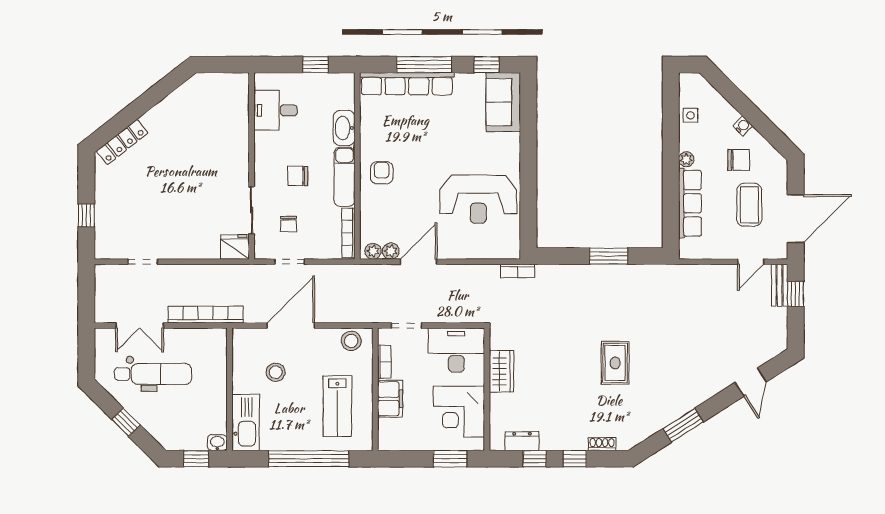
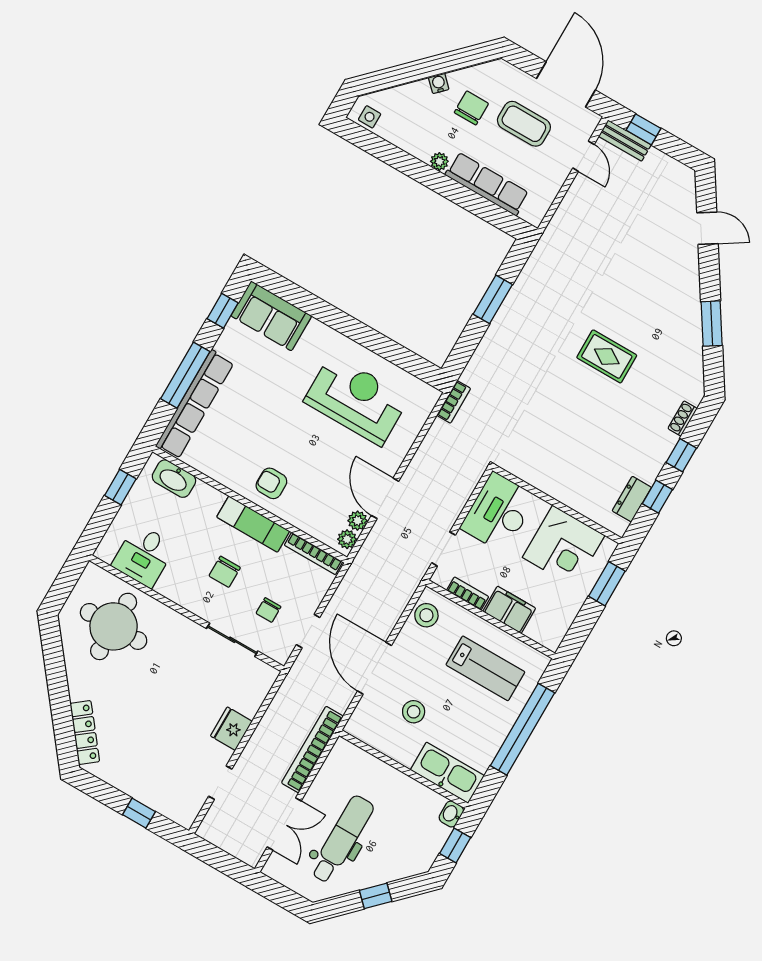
side table: (690, 115) -> (370, 117), moved
round table: (211, 118) -> (114, 626), added
washbasin: (344, 128) -> (174, 479), moved
reception desk: (478, 199) -> (356, 400), turned -90
chair: (288, 224) -> (268, 610), turned 90
fridge: (235, 247) -> (231, 729), moved
wardrobe: (501, 371) -> (548, 479), removed

